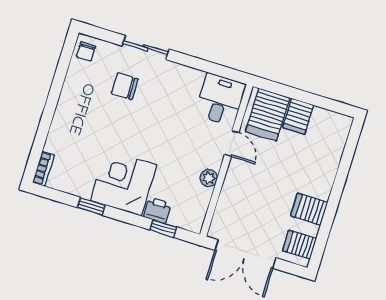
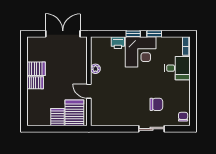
desk: (220, 100) -> (177, 68), moved, turned -90
window: (163, 228) -> (133, 34), moved
server rack: (300, 245) -> (35, 83), moved

